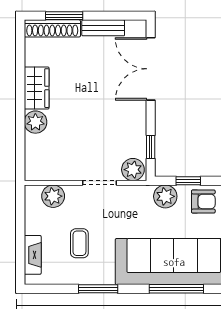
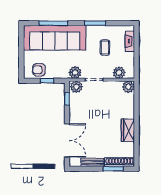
plant: (35, 122) -> (128, 87), moved
plant: (165, 196) -> (75, 72), moved

